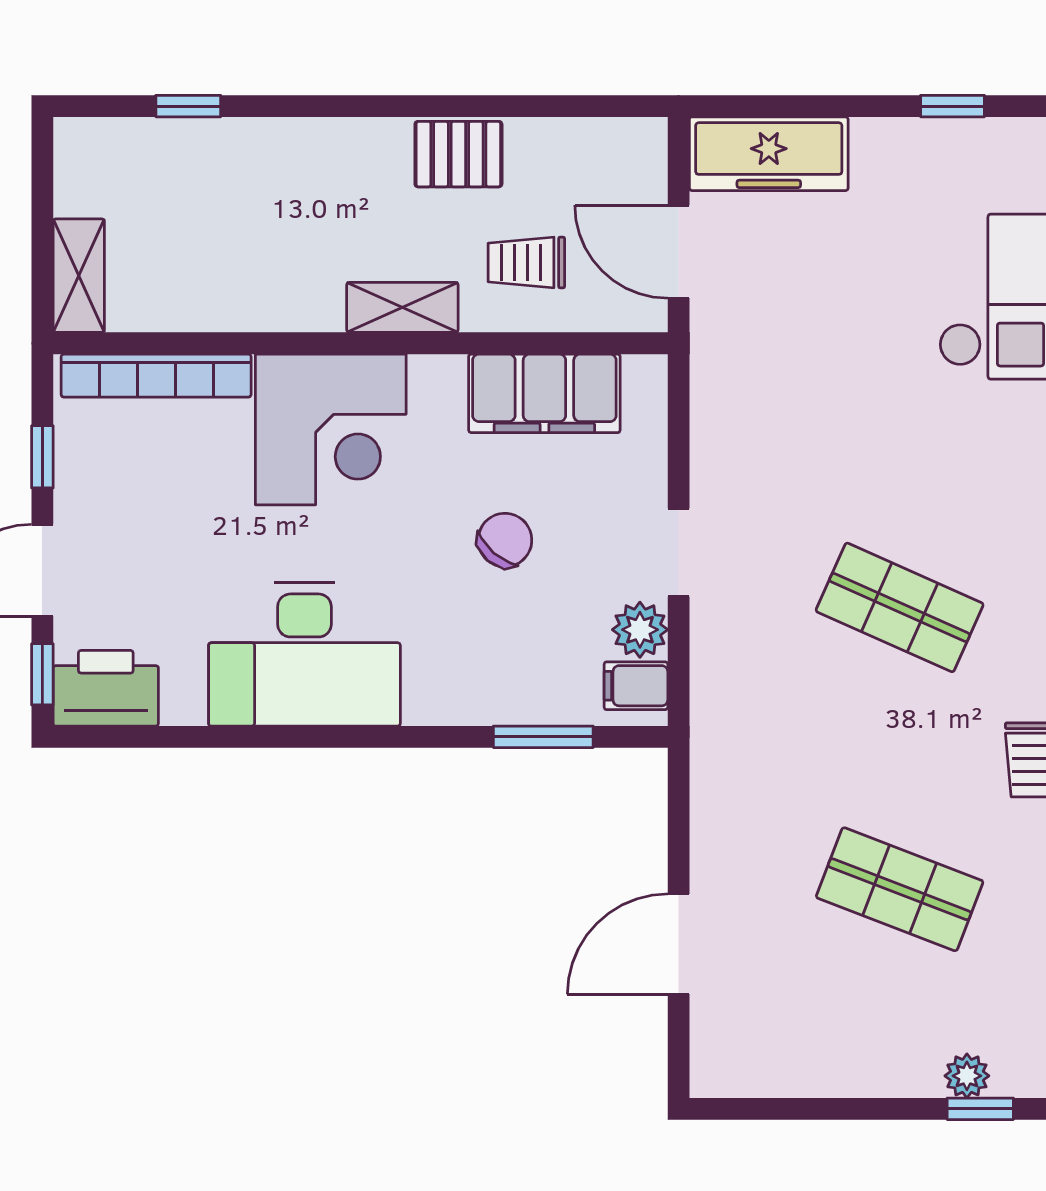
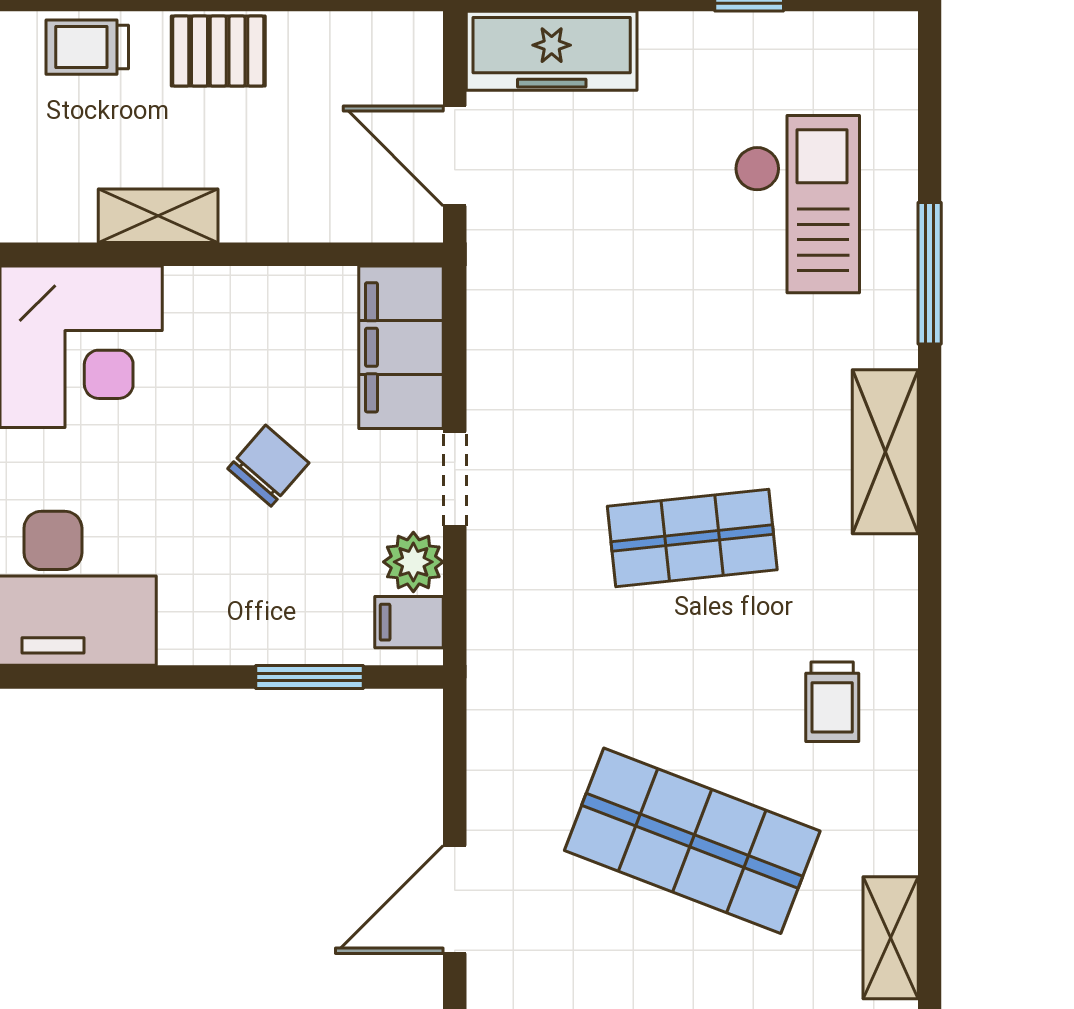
trolley: (526, 262) -> (87, 47), moved
filing cabinet: (544, 393) -> (401, 347), moved, turned 90
shop shelf: (900, 607) -> (692, 538), turned -30
shop shelf: (900, 889) -> (692, 841), width x1.43, depth x1.36

